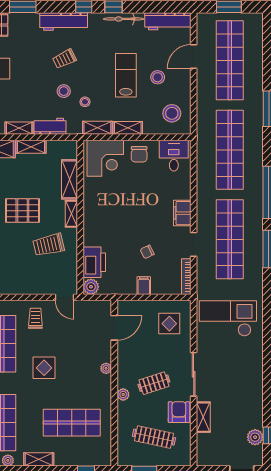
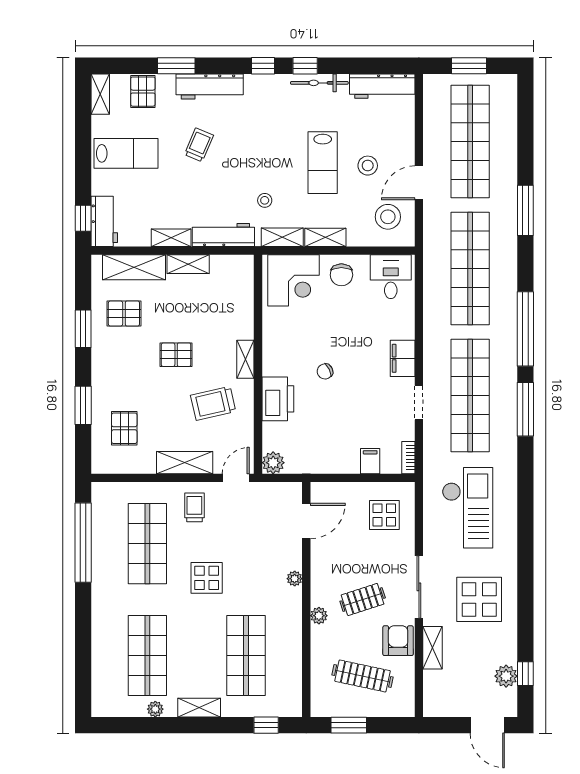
workbench: (64, 21) -> (210, 86), moved
door: (194, 56) -> (419, 183), moved
trolley: (64, 59) -> (199, 145), moved, turned 139
lab bench: (126, 75) -> (323, 163), turned 180
stool: (64, 91) -> (235, 185), removed
workbench: (50, 126) -> (223, 235), width x1.38
shelving: (70, 179) -> (185, 463), moved, turned 90
pallet: (22, 211) -> (176, 355), width x0.67, depth x0.71
chair: (147, 252) -> (325, 371), moved
printer: (94, 262) -> (278, 399), moved
bookcase: (186, 277) -> (408, 458), width x0.64
filing cabinet: (144, 286) -> (370, 461), moved
door: (65, 297) -> (236, 478), swing flipped
checkout: (228, 318) -> (468, 508), turned 90
display table: (236, 383) -> (479, 599), added
shop shelf: (72, 423) -> (246, 656), turned 90

